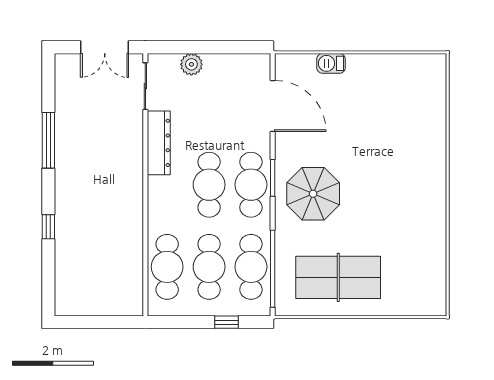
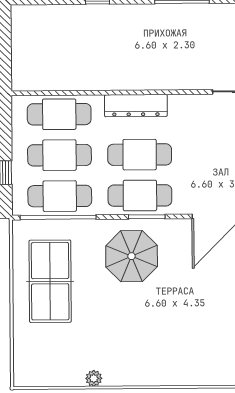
dresser: (159, 143) -> (136, 106), moved
plant: (438, 233) -> (94, 378), added

